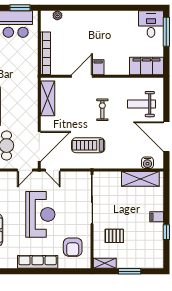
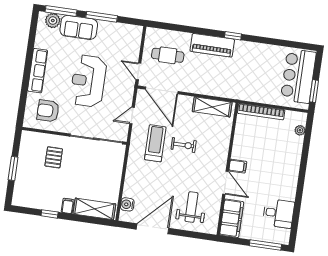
desk: (151, 24) -> (278, 213), moved
door: (82, 76) -> (226, 183), moved
exercise bike: (102, 110) -> (184, 145), moved
door: (53, 170) -> (132, 116), moved
shelving: (140, 179) -> (94, 209), moved, turned 90
reception desk: (40, 214) -> (88, 81), turned 90
shelving: (105, 263) -> (26, 143), removed

